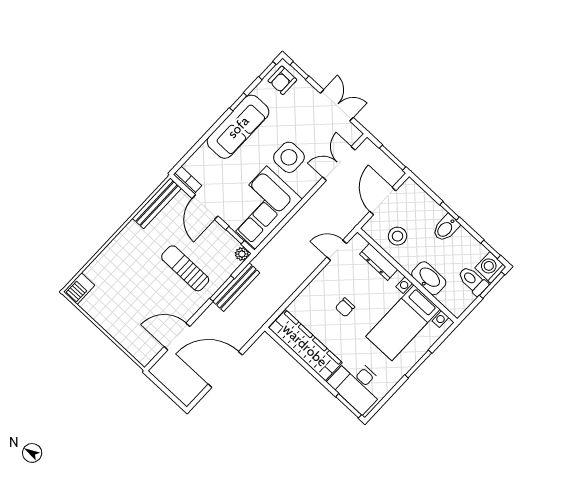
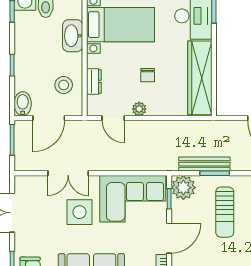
double door: (339, 164) -> (68, 173), moved
bidet: (446, 228) -> (23, 104), moved, turned -90
plant: (242, 254) -> (183, 188), width x1.87, depth x1.87
dresser: (379, 262) -> (94, 81), width x0.70
plant: (325, 277) -> (139, 109), added
chair: (345, 307) -> (148, 75), turned 90

